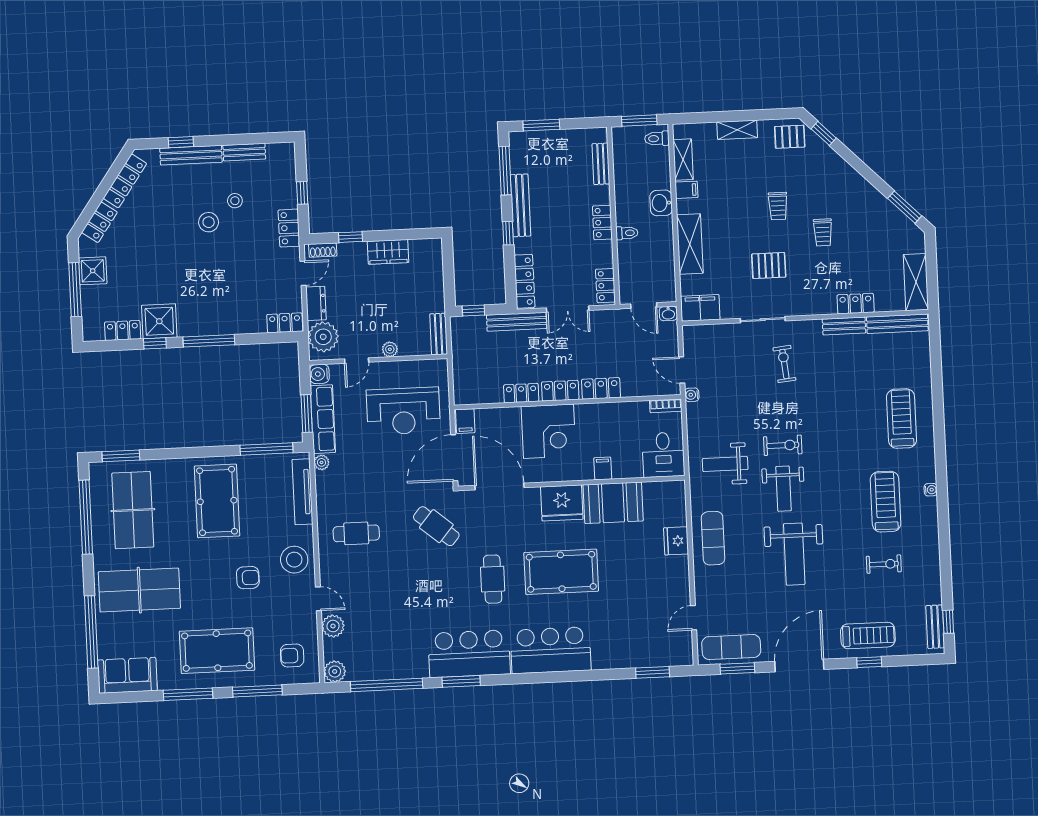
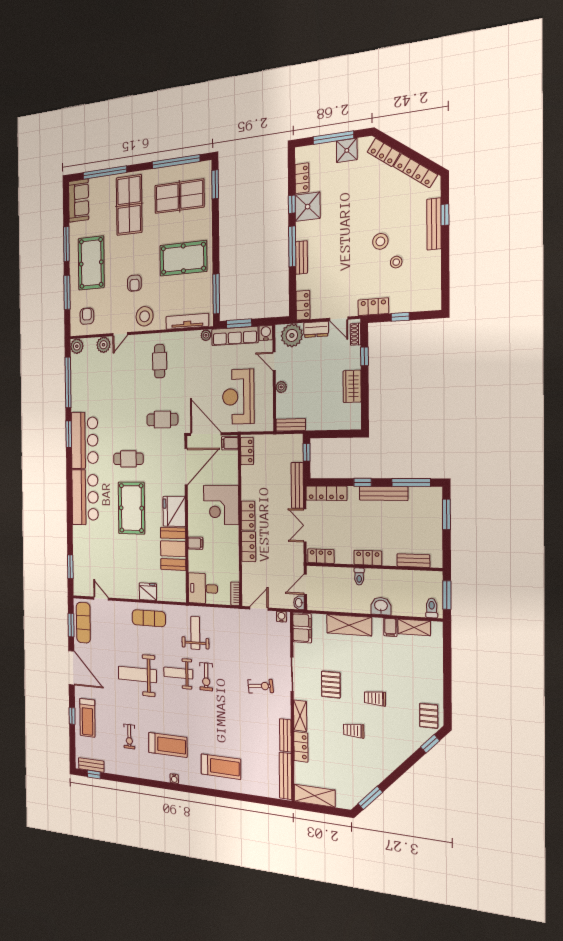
shelving: (737, 130) -> (300, 716), moved
bench: (244, 152) -> (302, 257), moved
locker: (521, 393) -> (247, 451), moved
water cooler: (692, 395) -> (281, 617), moved
cafe table: (436, 526) -> (162, 420), turned 50

